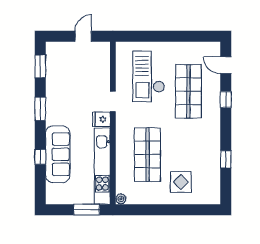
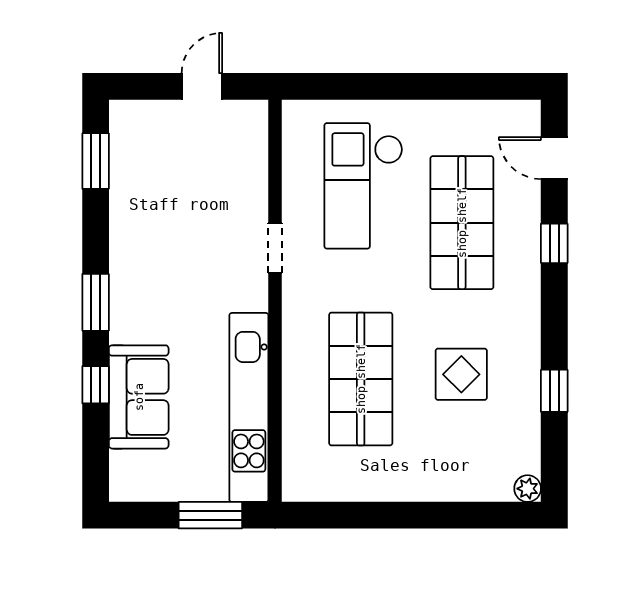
window: (40, 109) -> (96, 302), moved
fridge: (101, 119) -> (247, 292), removed
sofa: (58, 154) -> (139, 397), width x0.73
display table: (181, 182) -> (461, 374), moved
plant: (121, 199) -> (528, 489), moved

